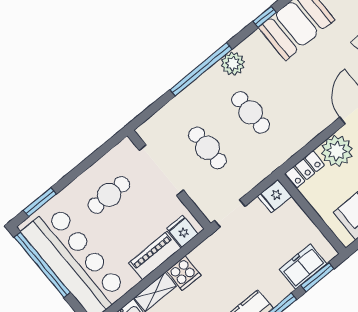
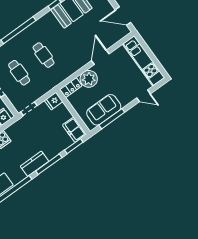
plant: (233, 64) -> (36, 28), removed
freezer: (303, 267) -> (74, 130), moved, turned -90

